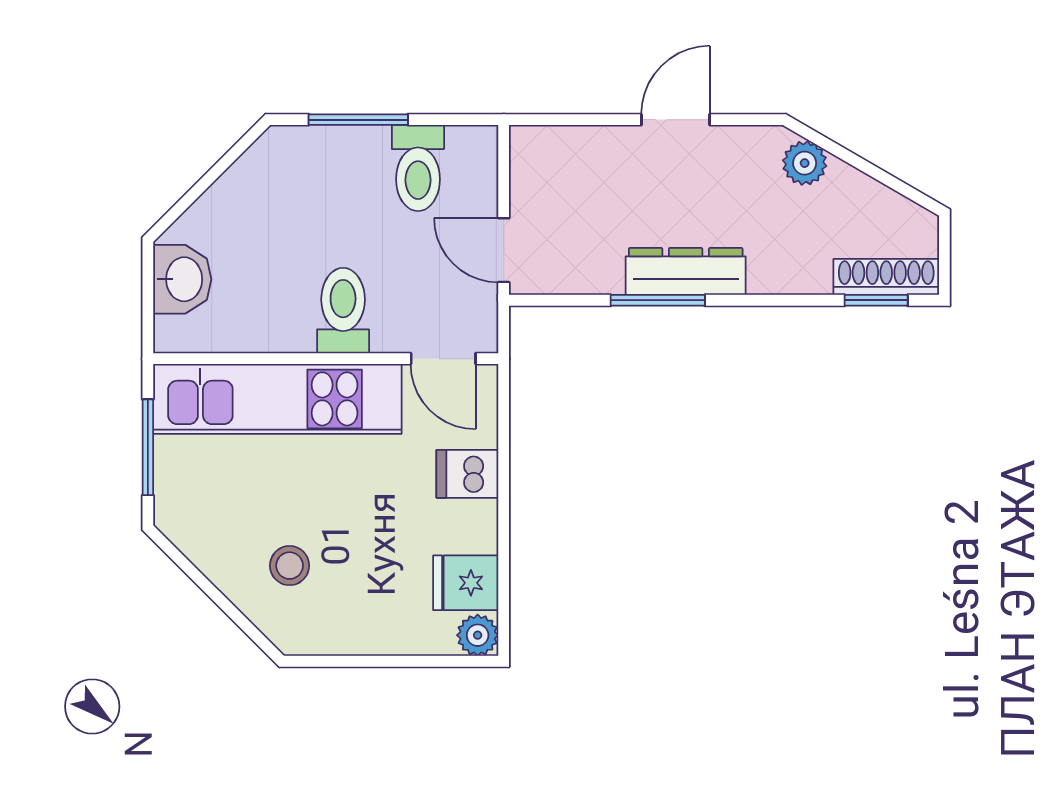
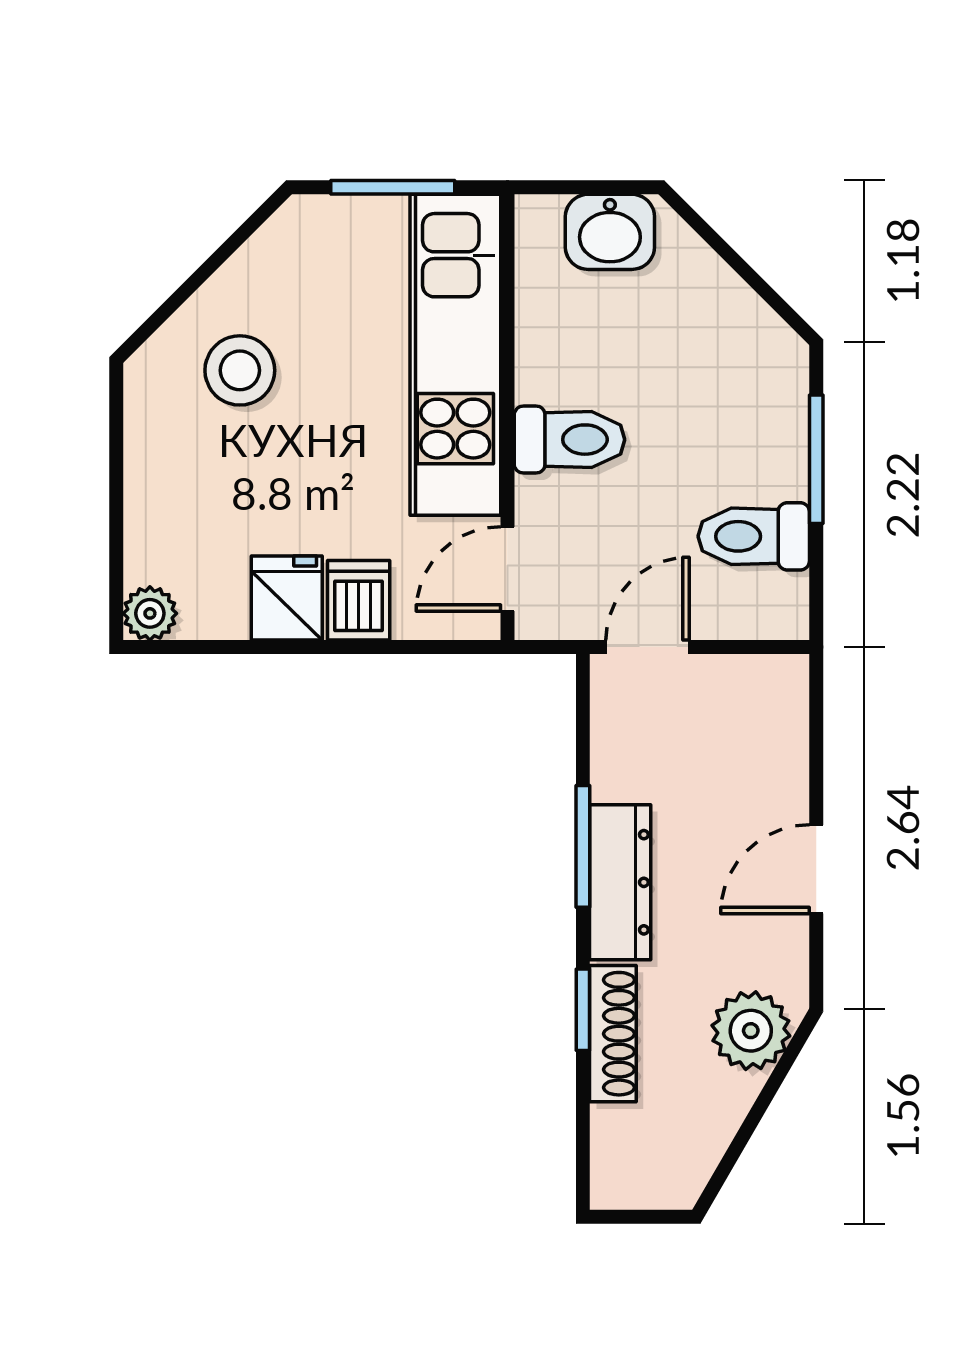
door: (676, 120) -> (816, 869), swing flipped
plant: (805, 163) -> (751, 1031), width x1.38, depth x1.38
shoe rack: (886, 277) -> (613, 1034), moved
window: (876, 300) -> (583, 1010), moved
stool: (290, 566) -> (240, 370), width x1.37, depth x1.37
fridge: (466, 583) -> (287, 598), moved

